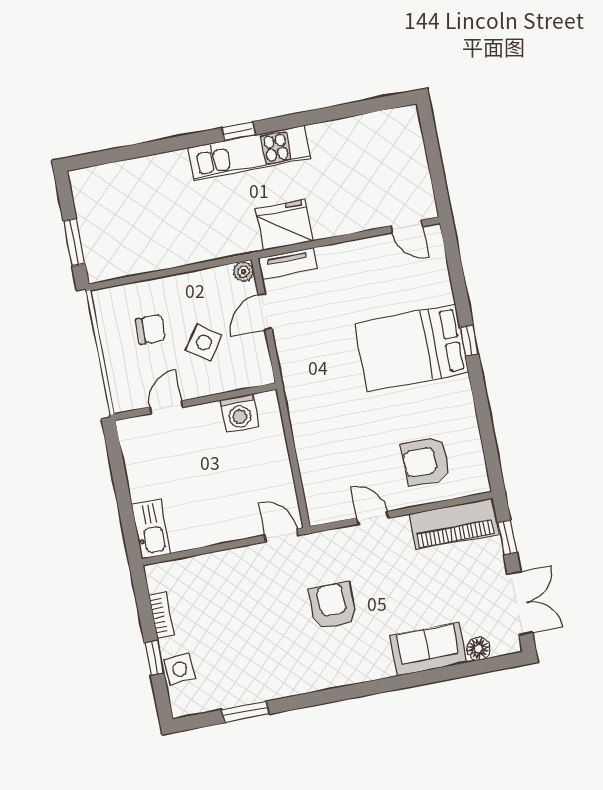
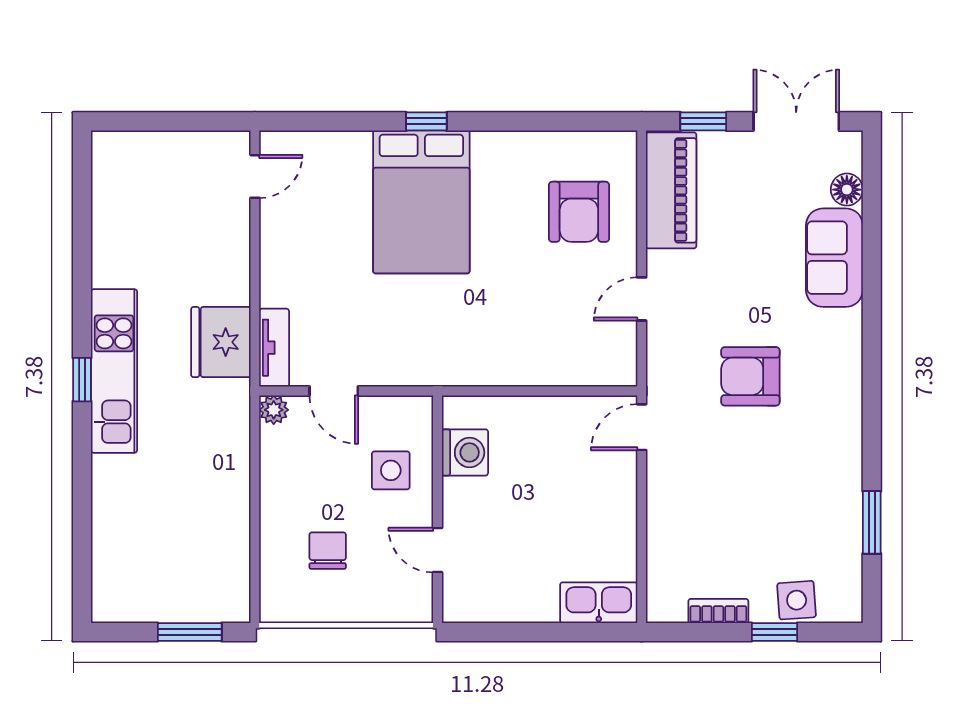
side table: (204, 342) -> (391, 470), moved, turned -36

